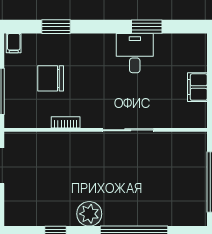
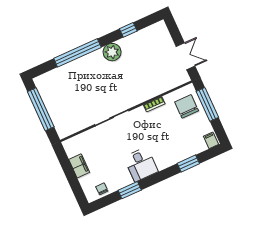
chair: (182, 44) -> (102, 189), added
desk: (135, 53) -> (141, 164), moved
chair: (51, 78) -> (187, 106), moved, turned -90

